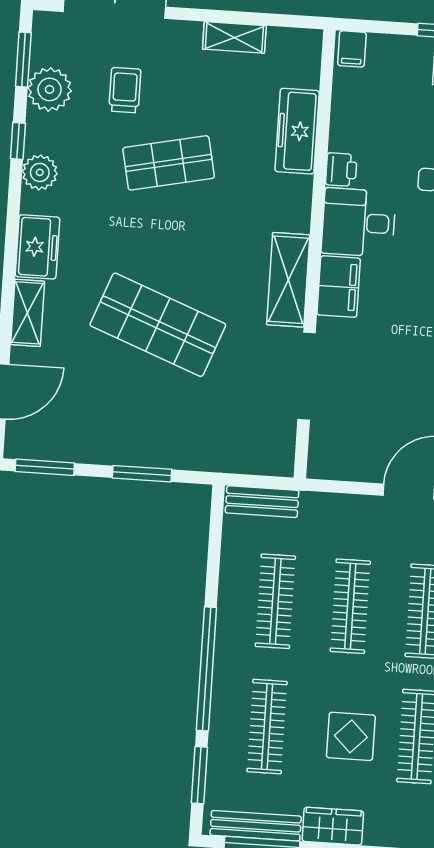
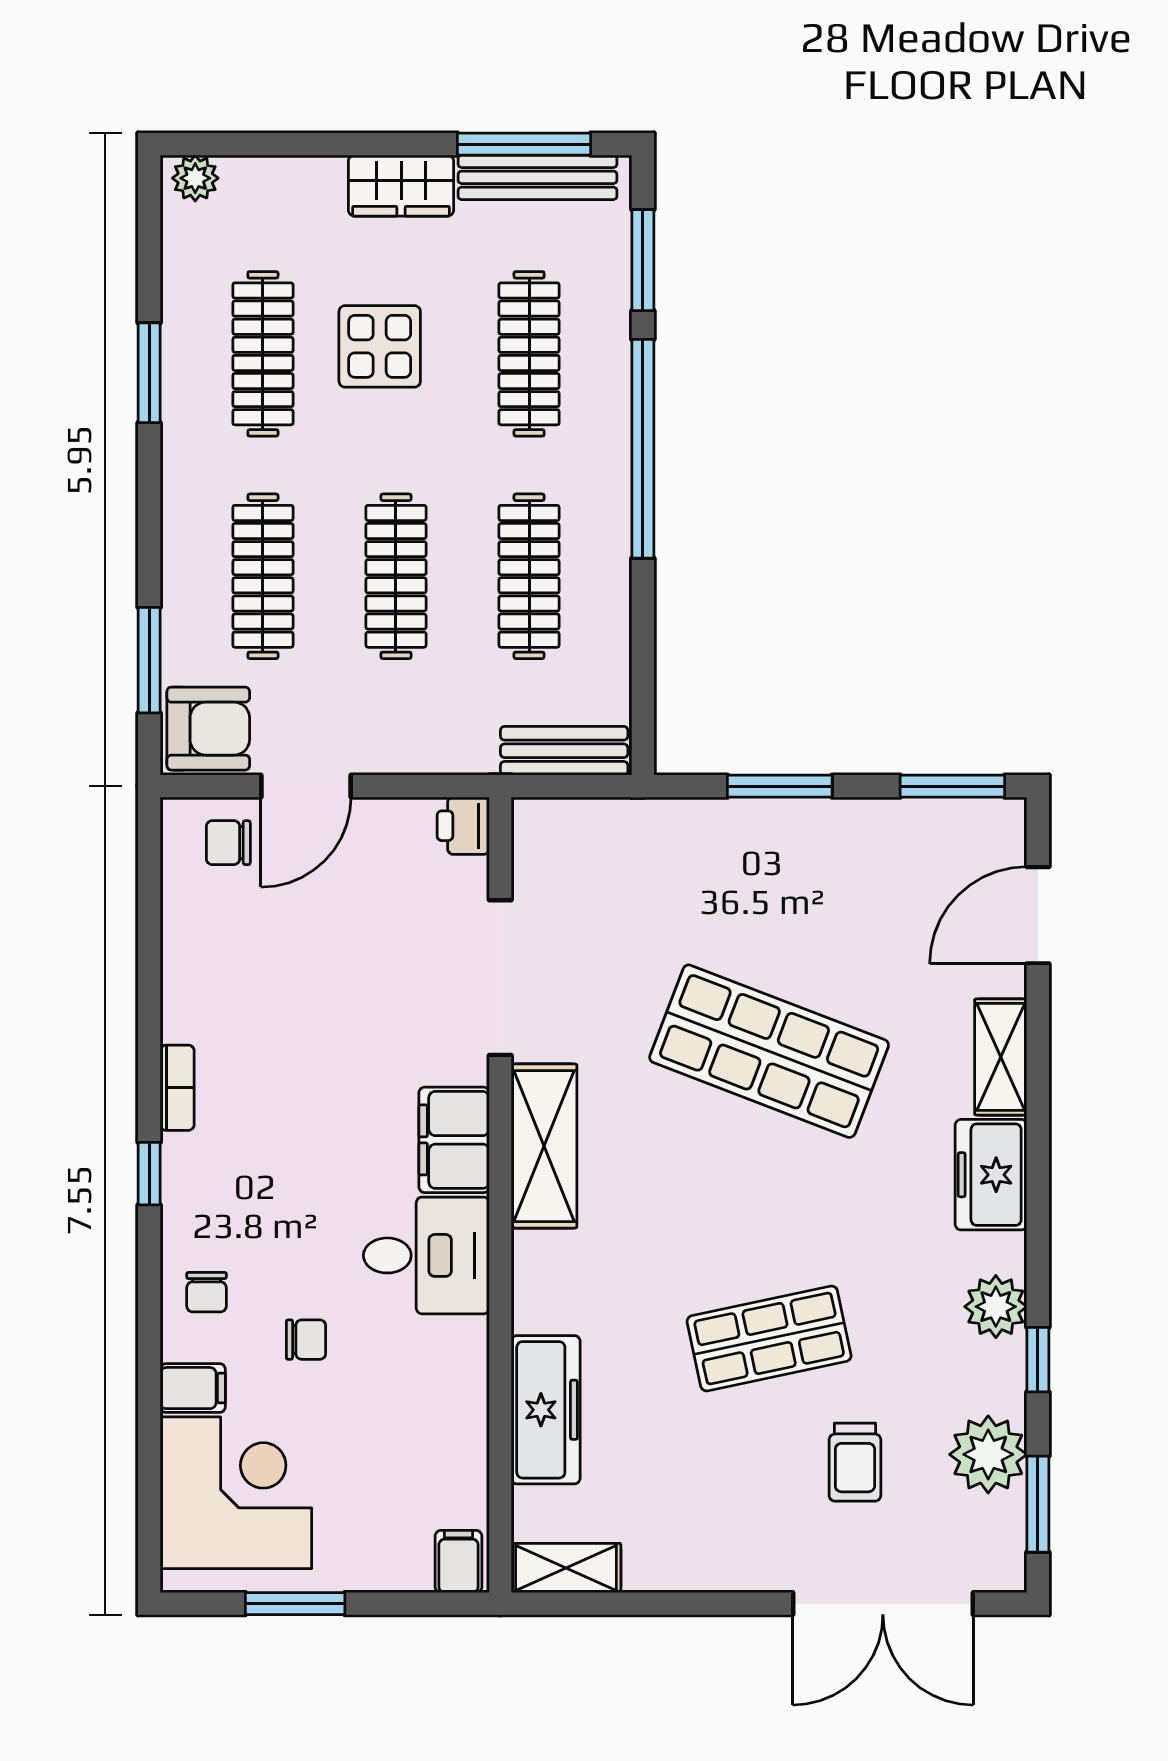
shelving: (234, 37) -> (566, 1568), moved
printer: (341, 170) -> (463, 826), moved

